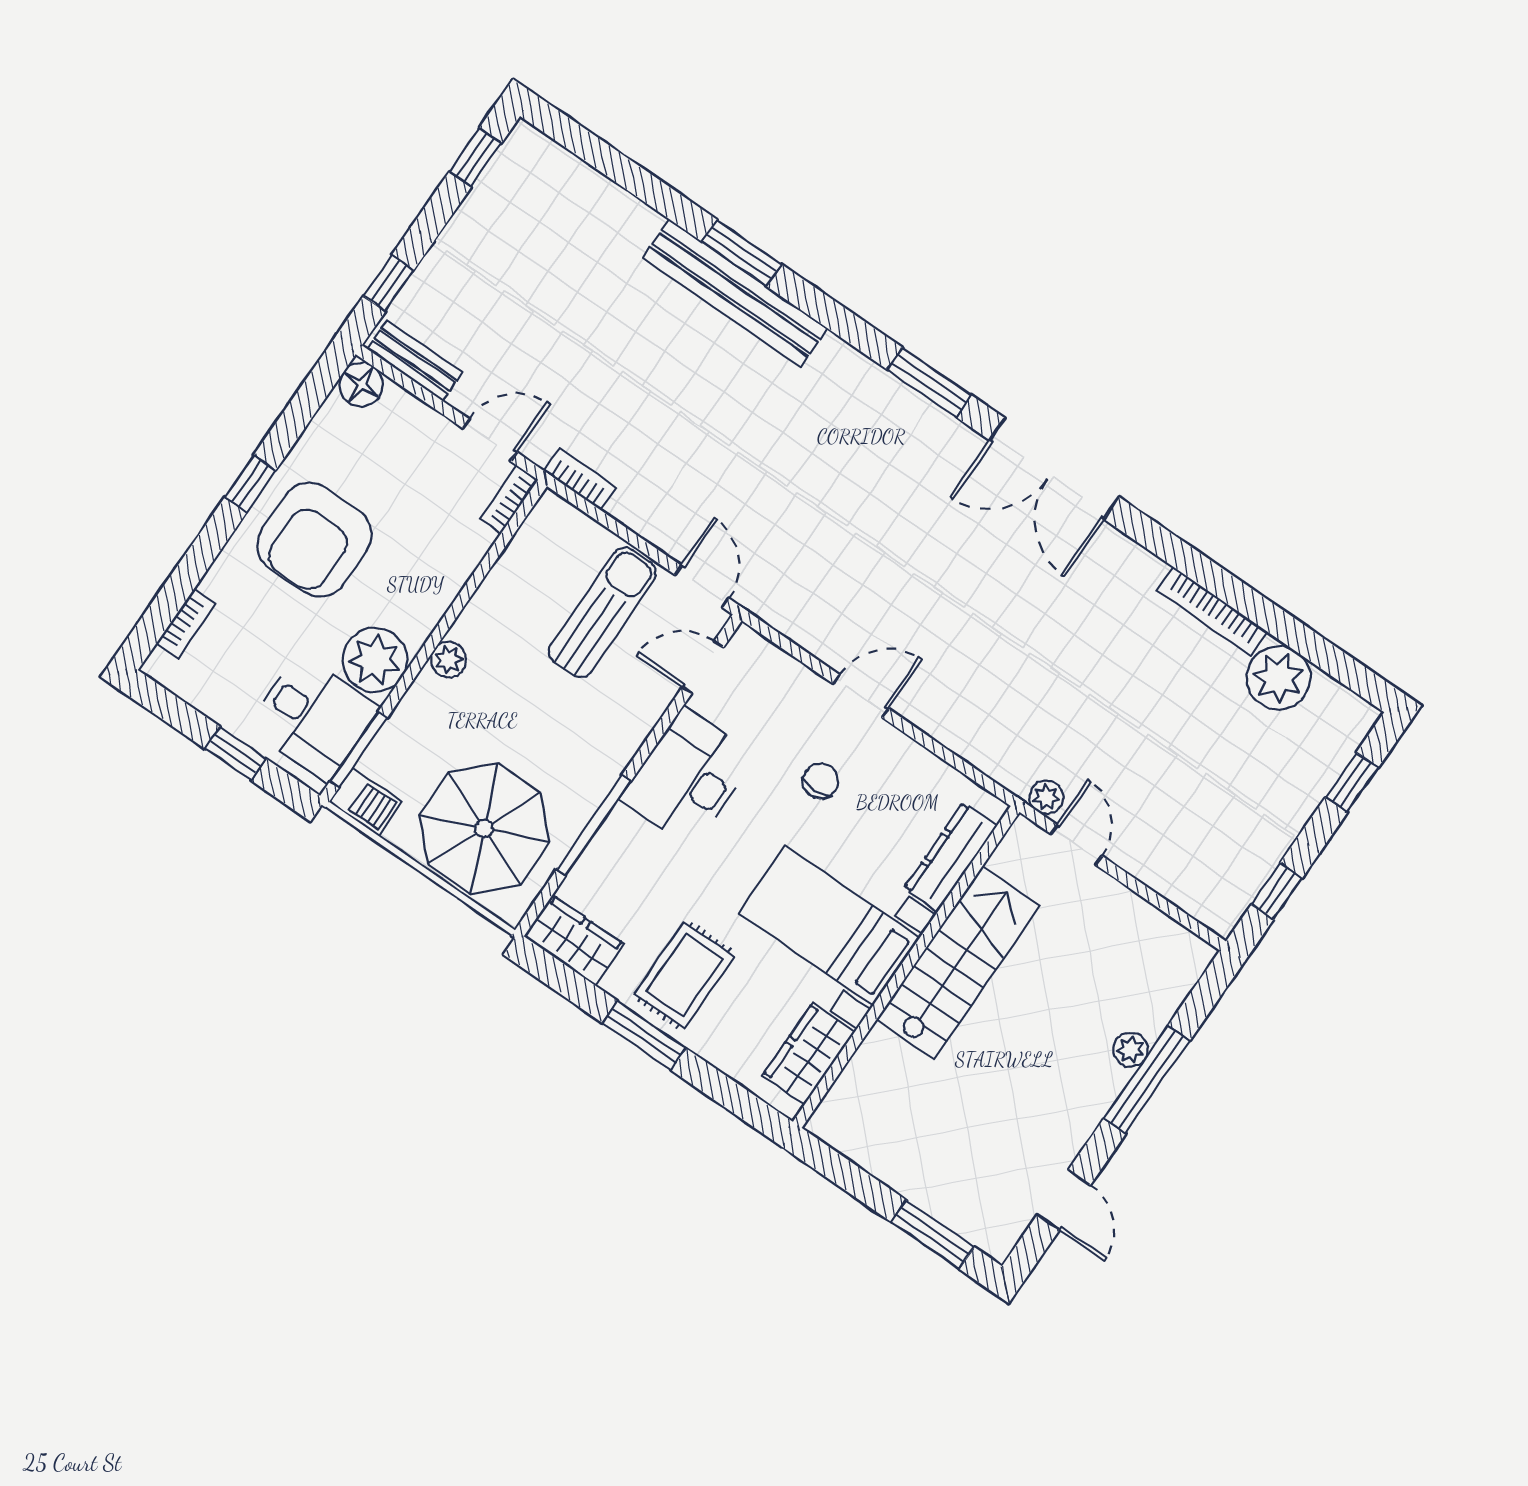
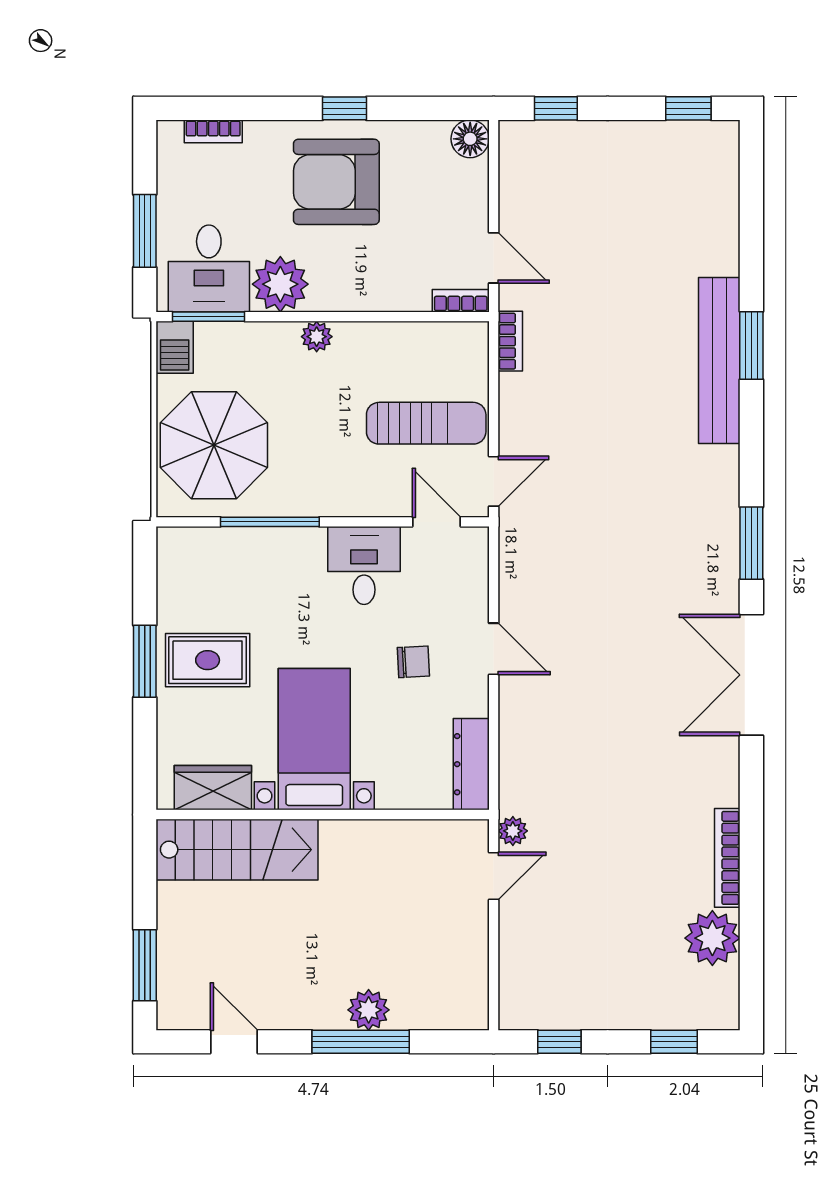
bench: (415, 361) -> (513, 165), removed
window: (236, 754) -> (145, 231), width x1.50
desk: (688, 777) -> (364, 566), width x0.73
dresser: (950, 857) -> (471, 764), moved, turned -90
wardrobe: (574, 940) -> (178, 564), removed
stairs: (958, 963) -> (237, 850), moved
plant: (1131, 1050) -> (369, 1010), width x1.38, depth x1.38
door: (1064, 1200) -> (234, 1042), swing flipped

